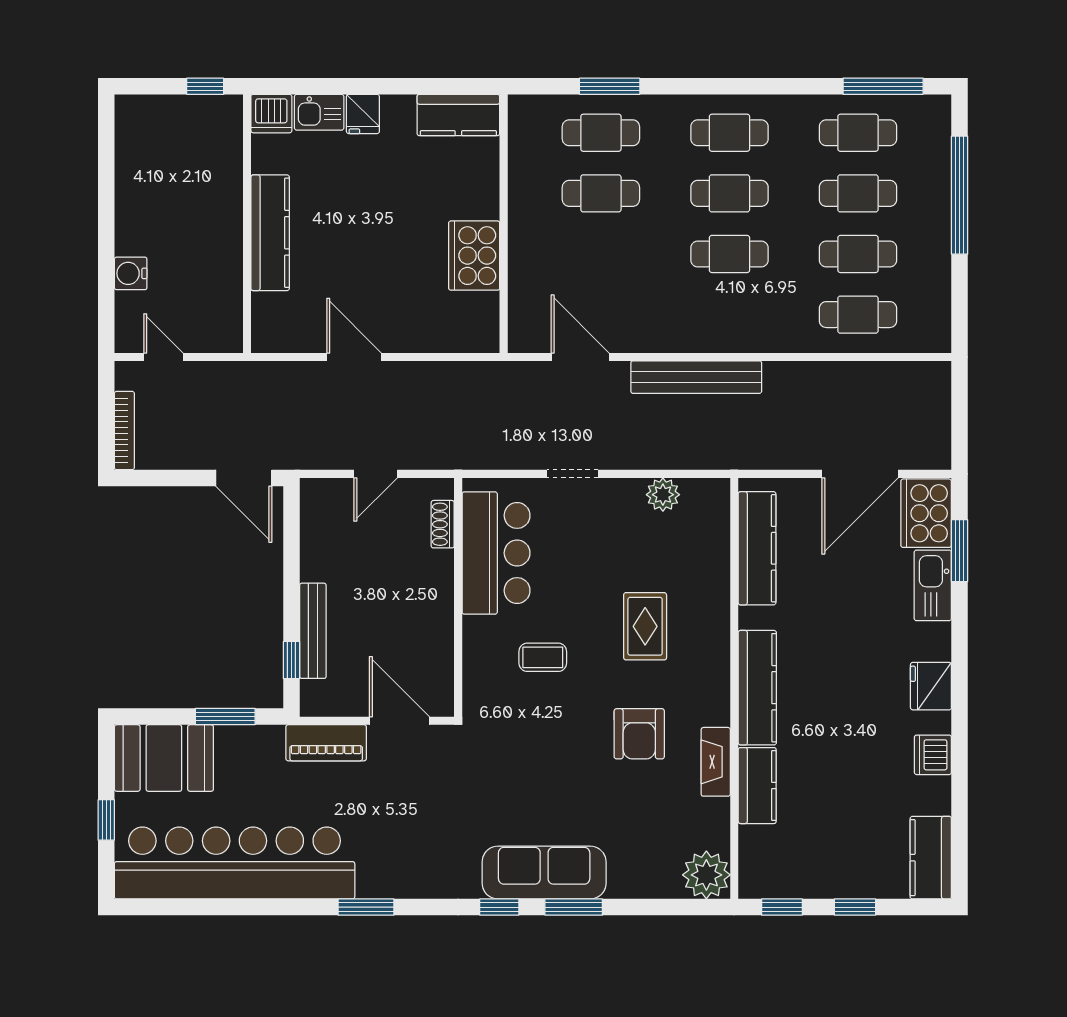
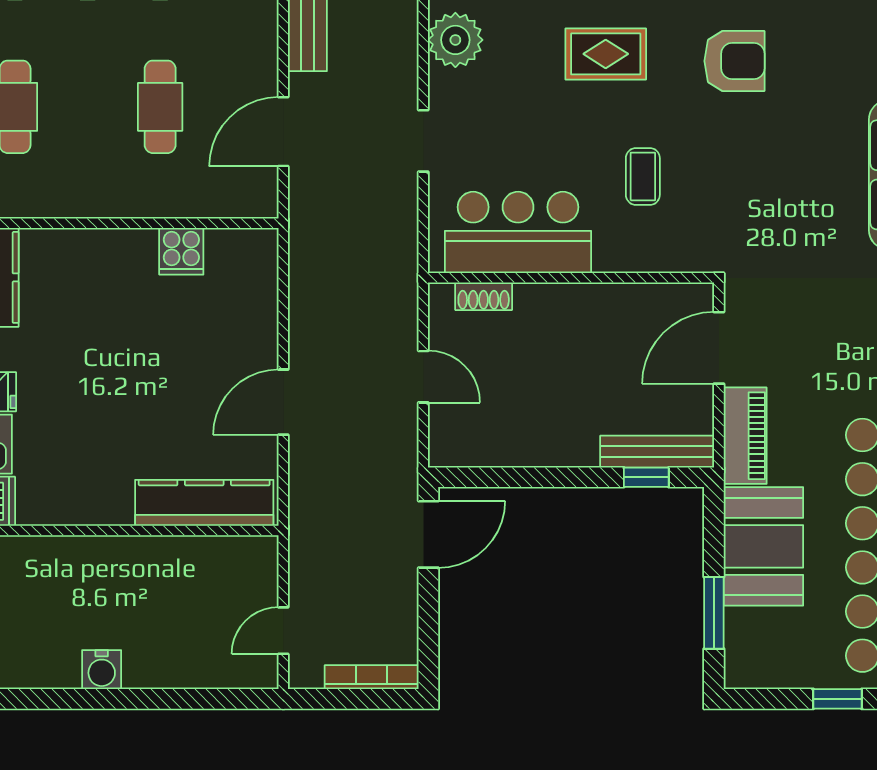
cafe table: (601, 193) -> (160, 107), moved
kitchen counter: (270, 233) -> (204, 503), moved
cooker: (474, 256) -> (181, 251), width x0.53, depth x0.76
water cooler: (131, 273) -> (102, 670), moved
plant: (663, 495) -> (455, 40), width x1.36, depth x1.36
bench: (313, 631) -> (657, 452), moved
window: (225, 717) -> (714, 613), moved
booth: (164, 758) -> (763, 546), moved

